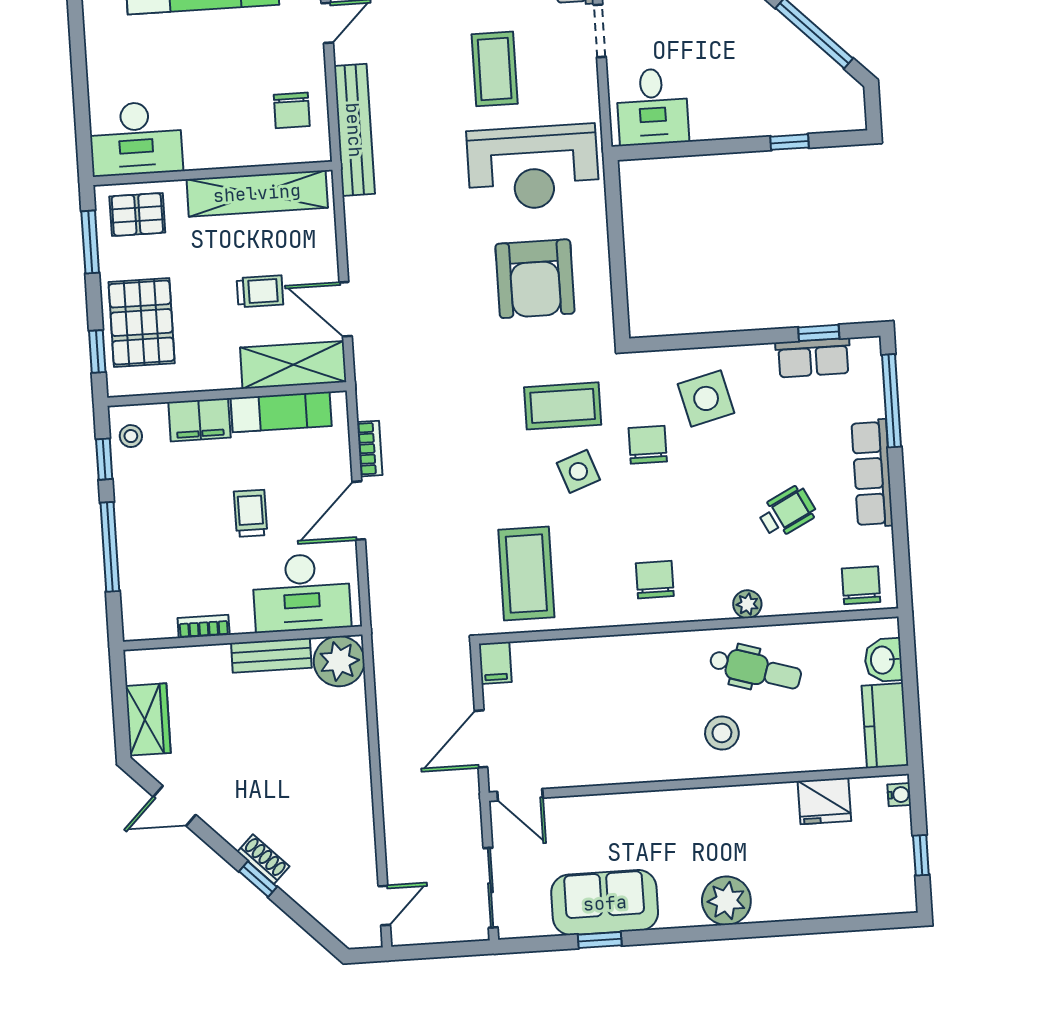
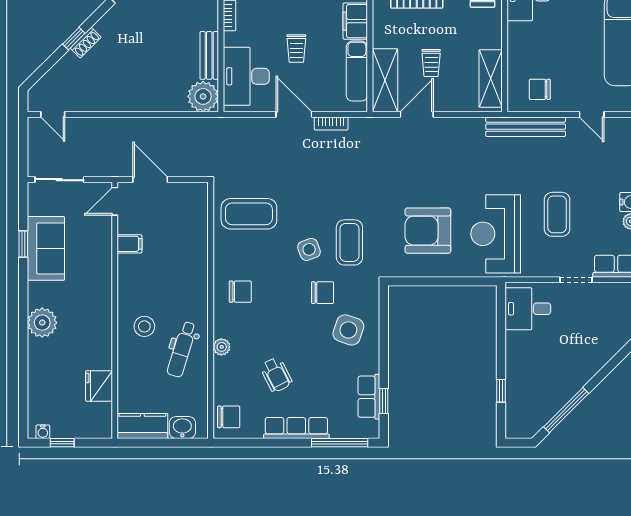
coffee table: (495, 69) -> (557, 214), turned 90
shelving: (257, 193) -> (491, 79), width x0.68
side table: (706, 398) -> (348, 330), turned 33
trolley: (251, 513) -> (296, 48), turned 90
filing cabinet: (495, 663) -> (129, 244), moved, turned 180
water cooler: (899, 795) -> (43, 432), moved

